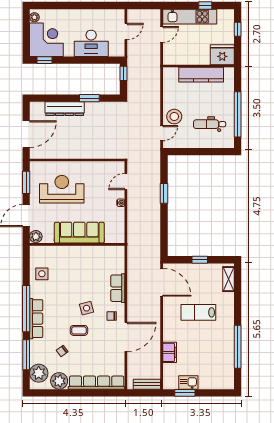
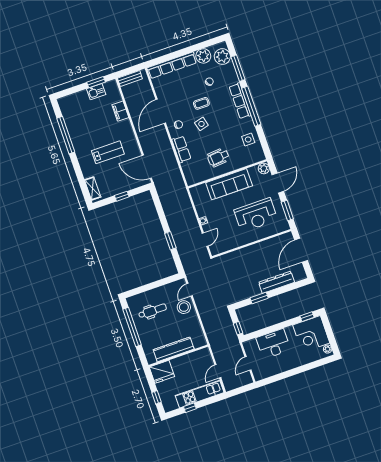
wheelchair: (81, 266) -> (218, 157), added

